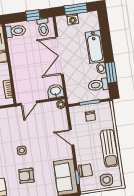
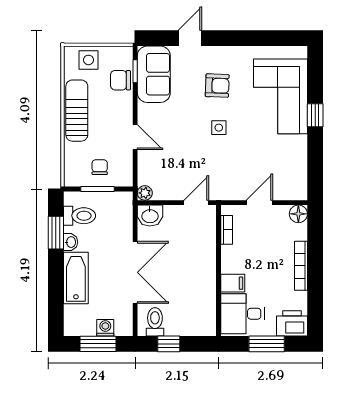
toilet: (16, 31) -> (200, 322), removed

